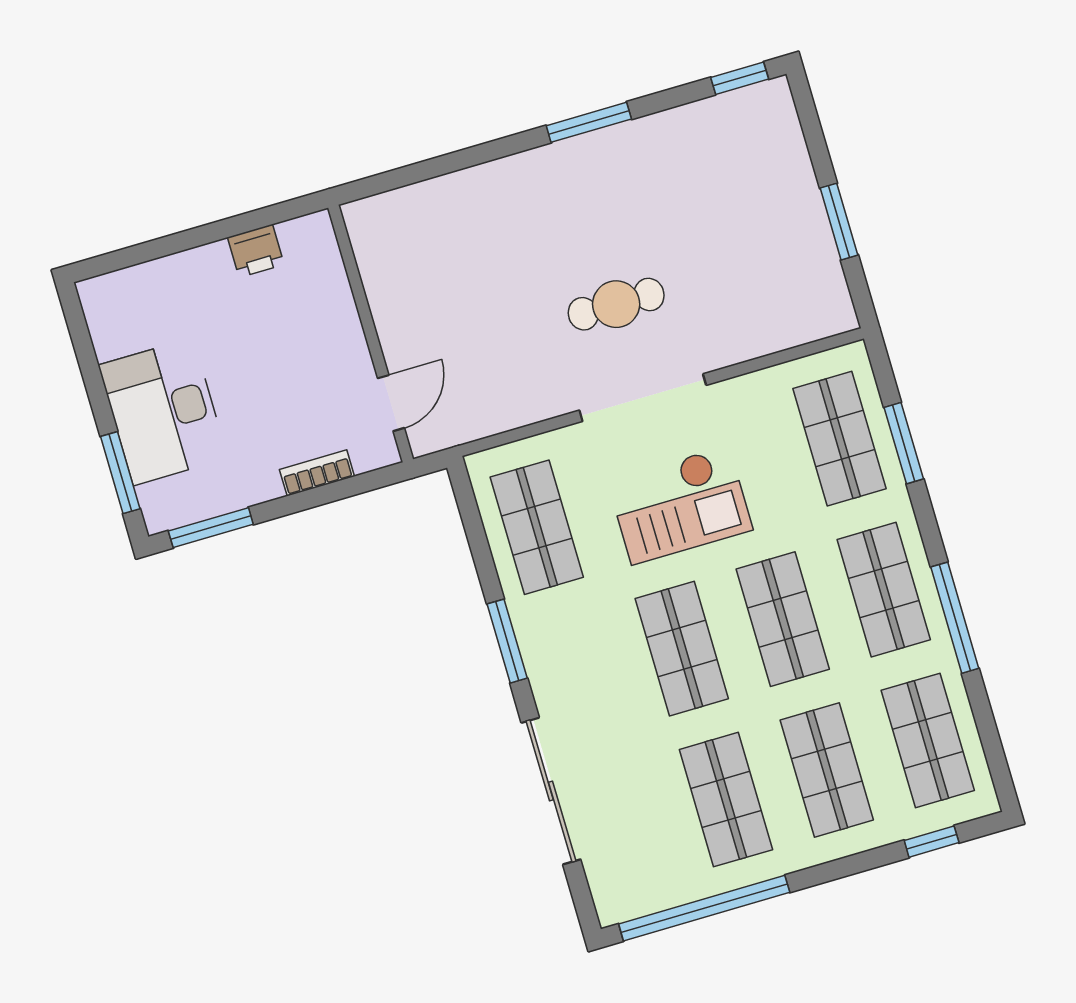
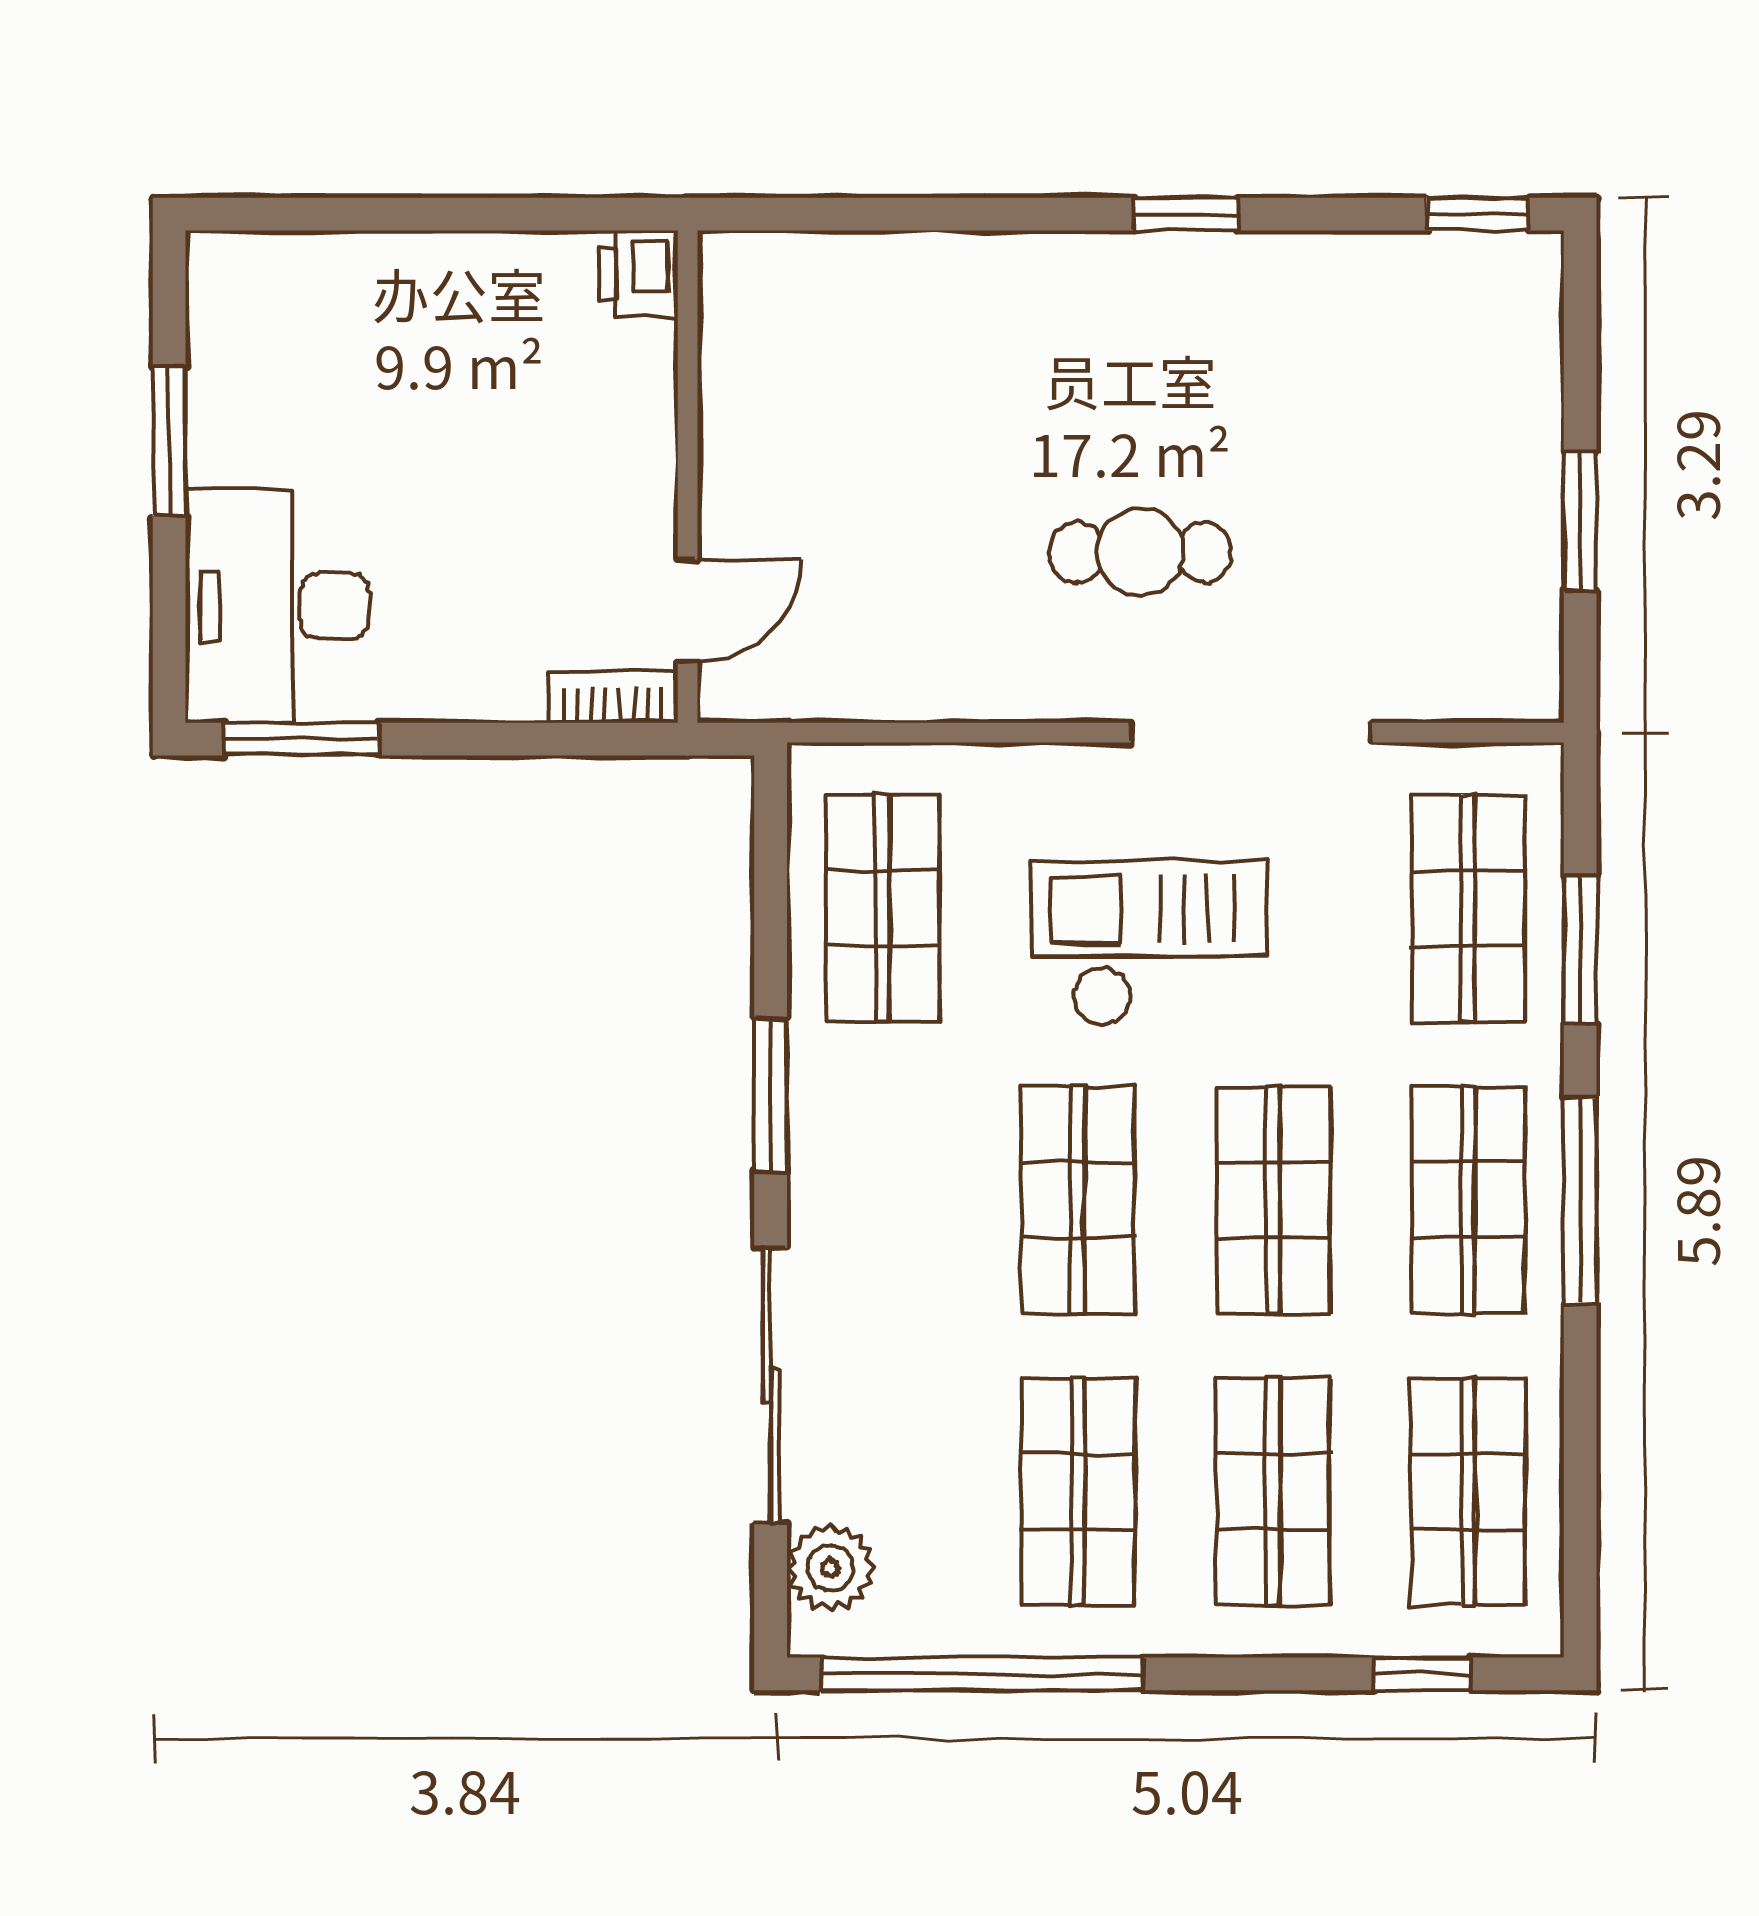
window: (589, 122) -> (1186, 214), width x0.67
printer: (256, 251) -> (639, 274), moved, turned 90
doorway: (643, 398) -> (1251, 733), moved
desk: (163, 412) -> (277, 606), moved
window: (120, 473) -> (169, 441), moved
bookcase: (317, 473) -> (613, 697), moved
checkout: (680, 505) -> (1149, 943), turned 180
window: (955, 618) -> (1580, 1200), moved
plant: (609, 876) -> (830, 1568), added

